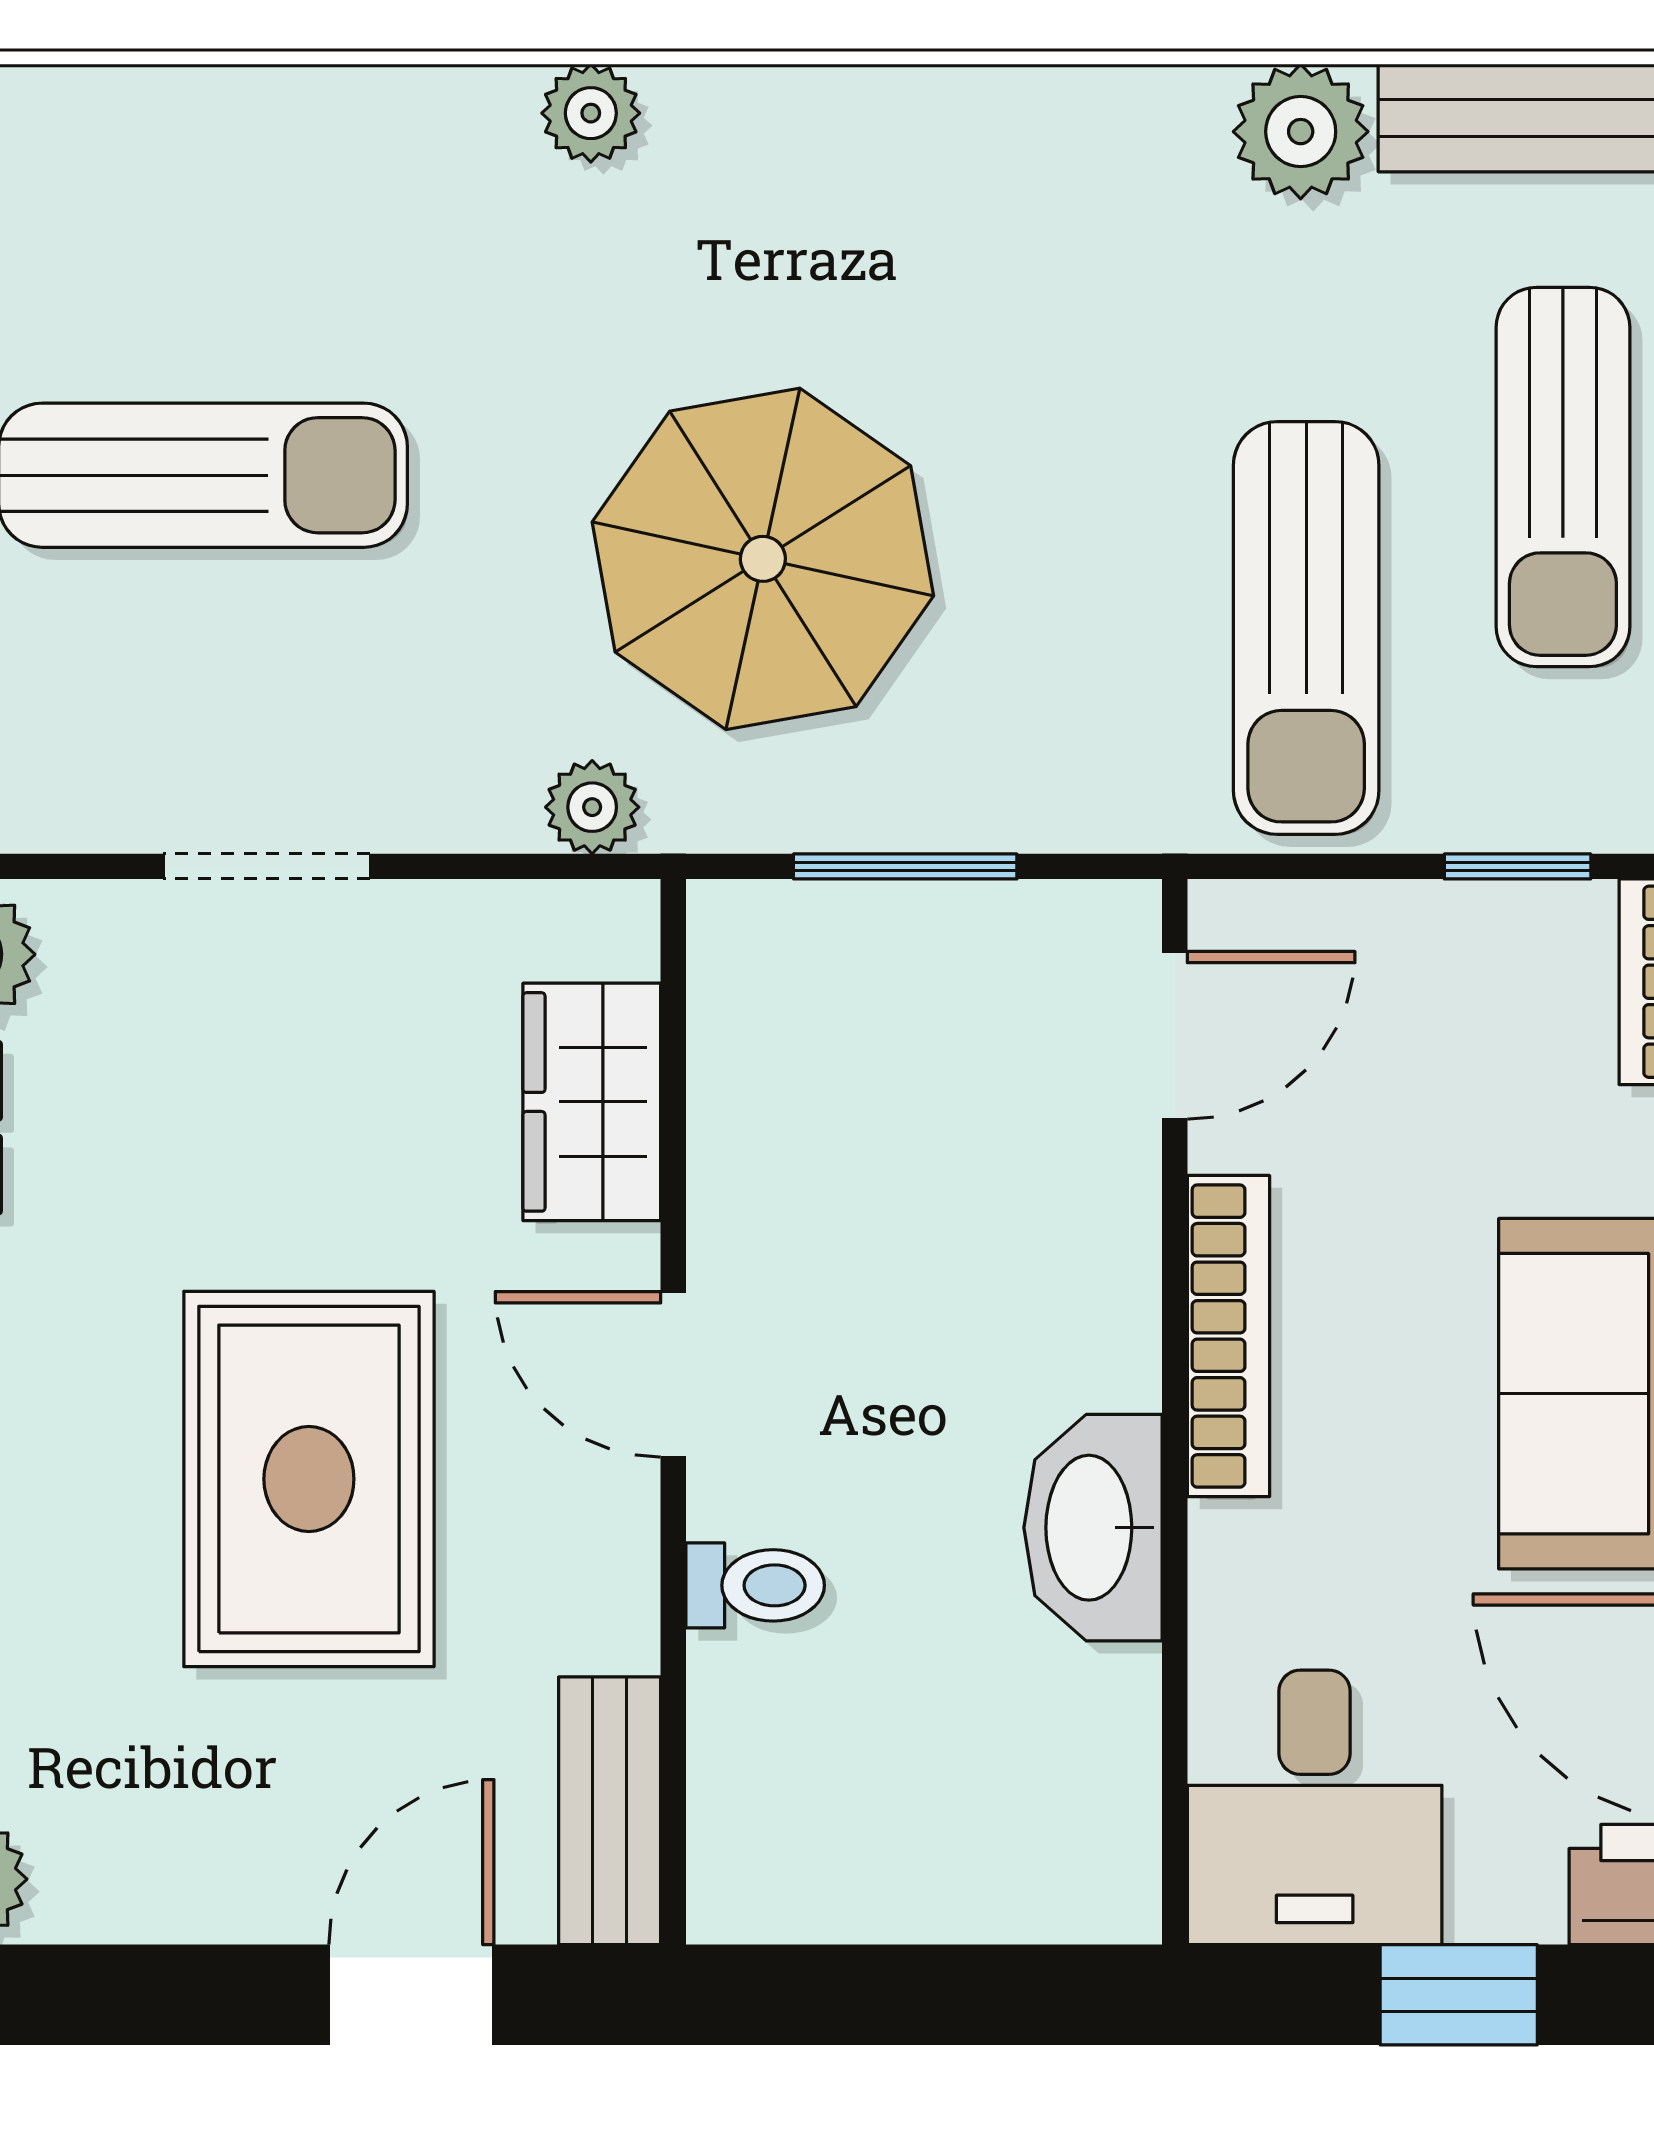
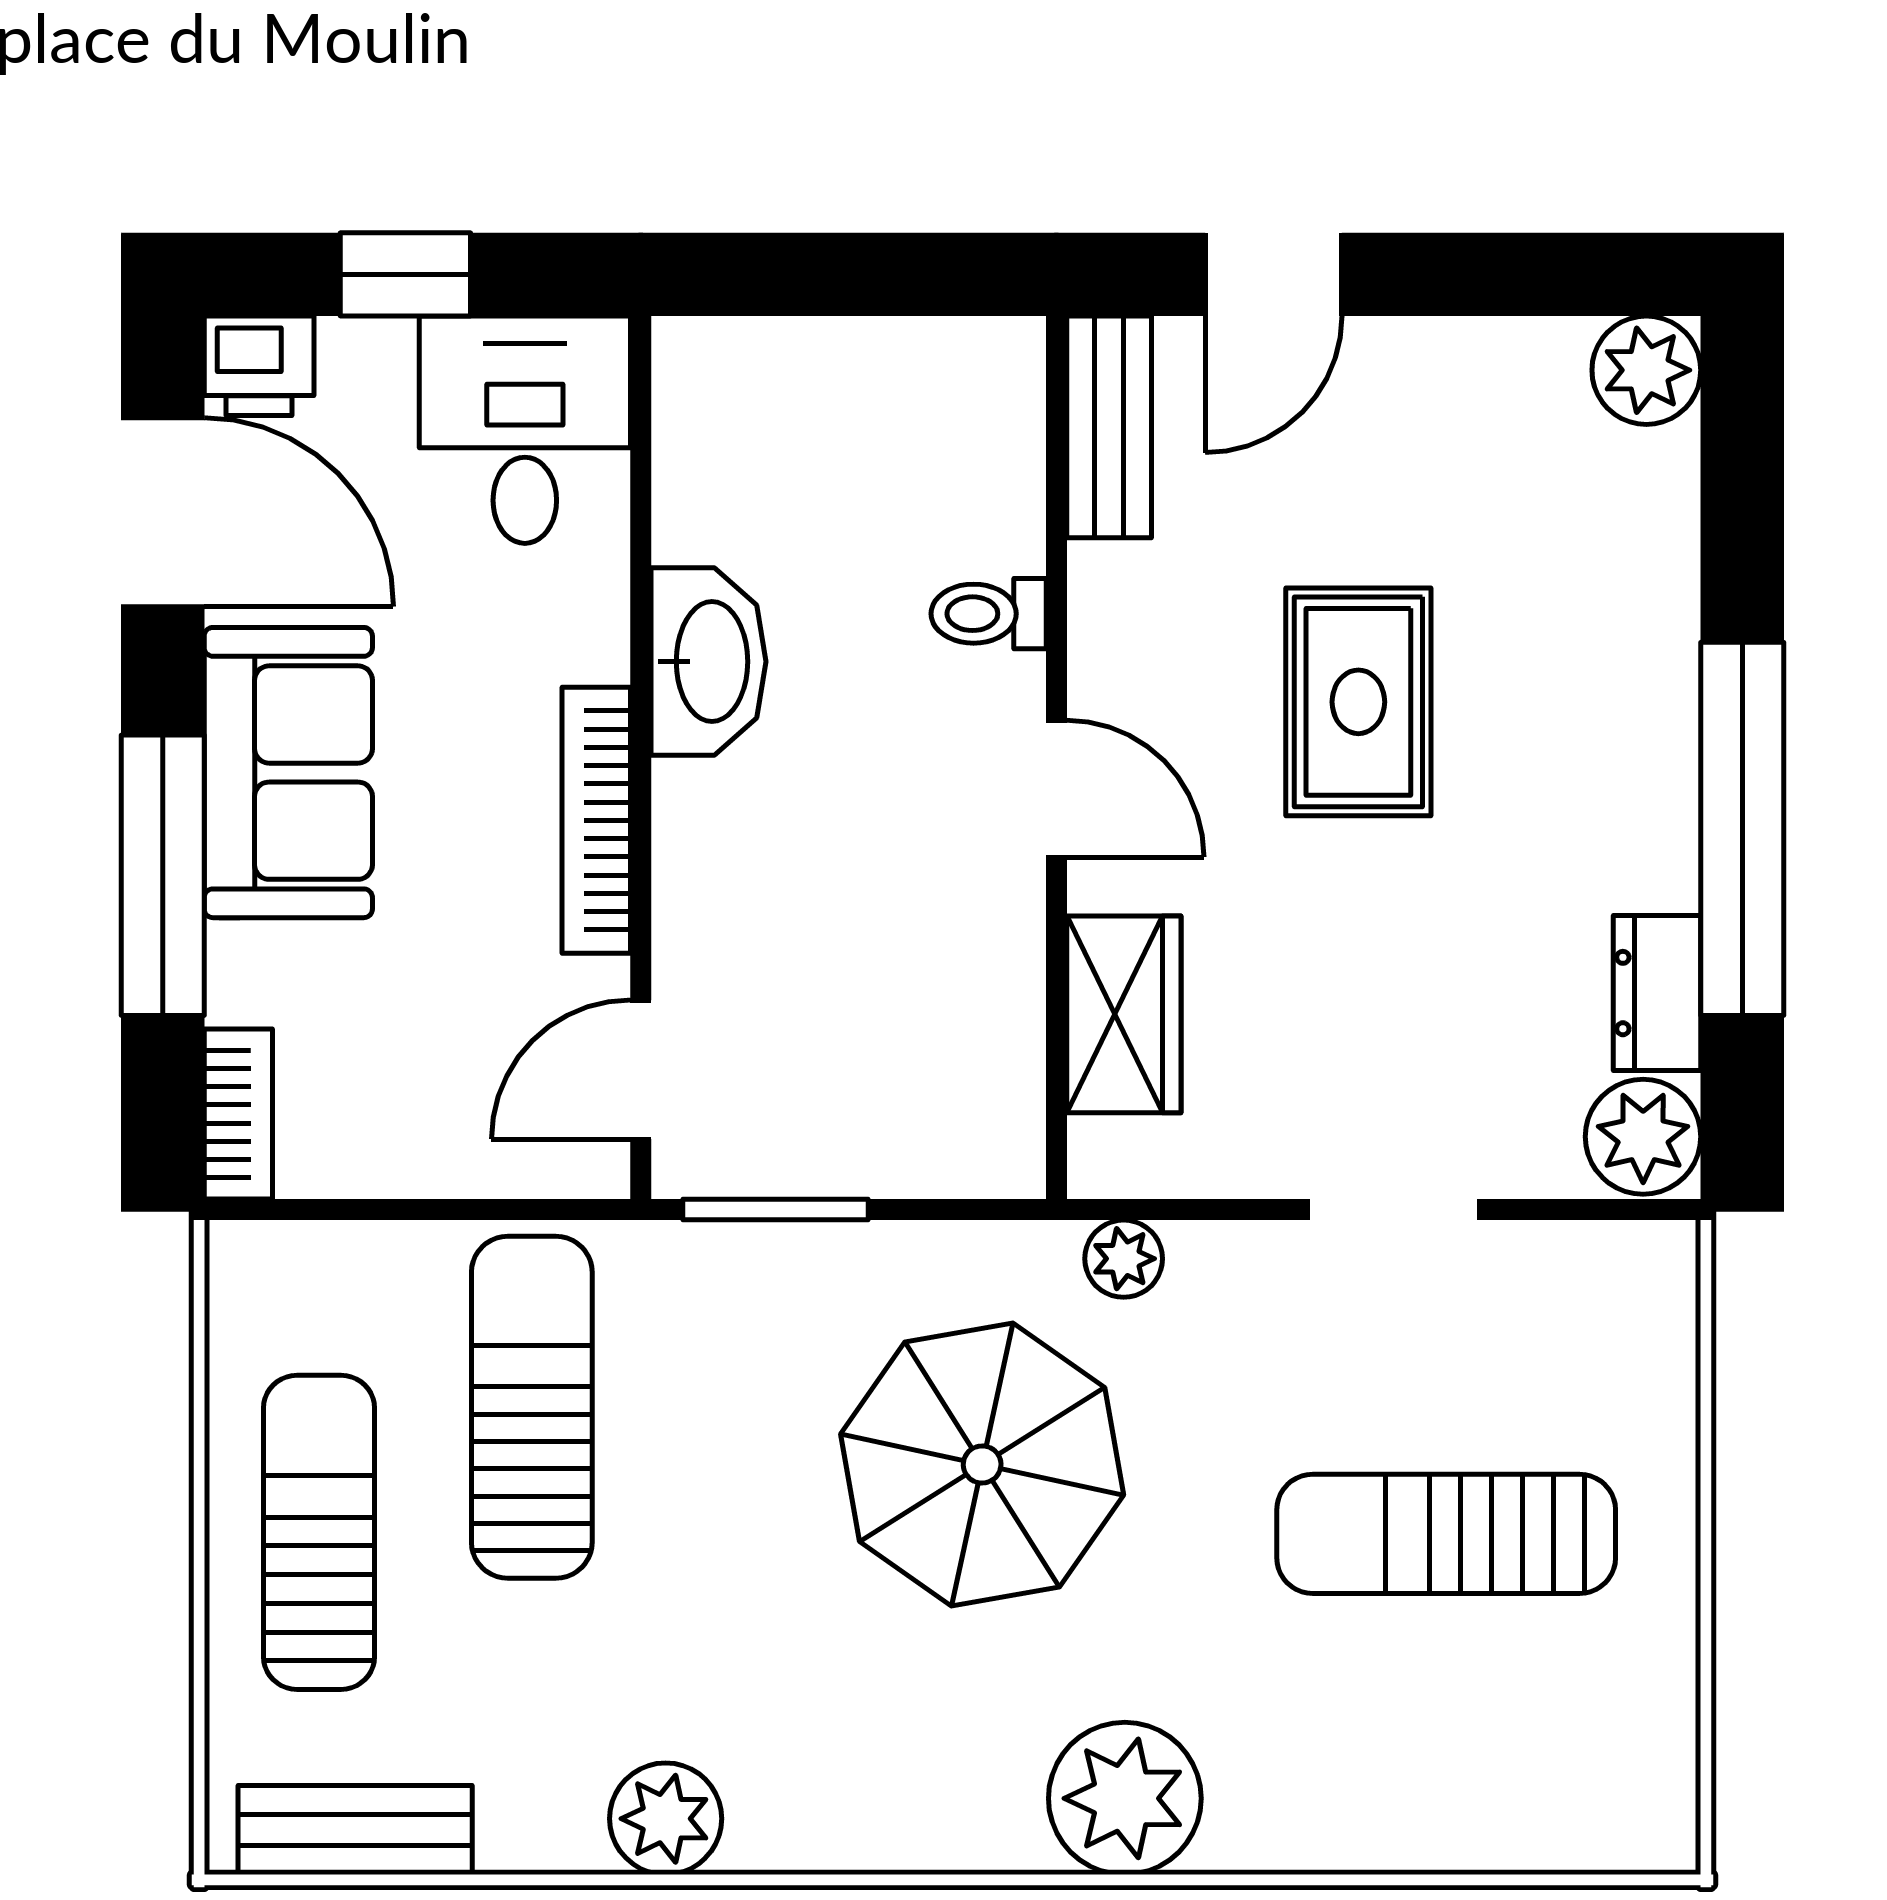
plant: (591, 113) -> (1125, 1798), width x1.87, depth x1.87
plant: (1301, 132) -> (666, 1819), moved
window: (905, 866) -> (775, 1210), moved
window: (1518, 866) -> (357, 1210), removed
rug: (309, 1479) -> (1358, 702), width x0.73, depth x0.70

